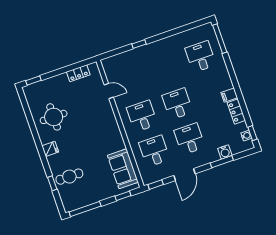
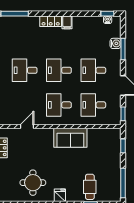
desk: (201, 57) -> (25, 70), moved
locker: (236, 112) -> (51, 21), moved
sofa: (123, 169) -> (70, 138), moved

